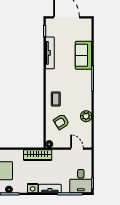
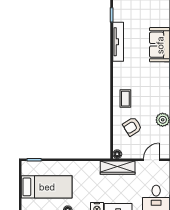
door: (77, 149) -> (151, 160), hinge flipped
wardrobe: (38, 155) -> (118, 168), moved

